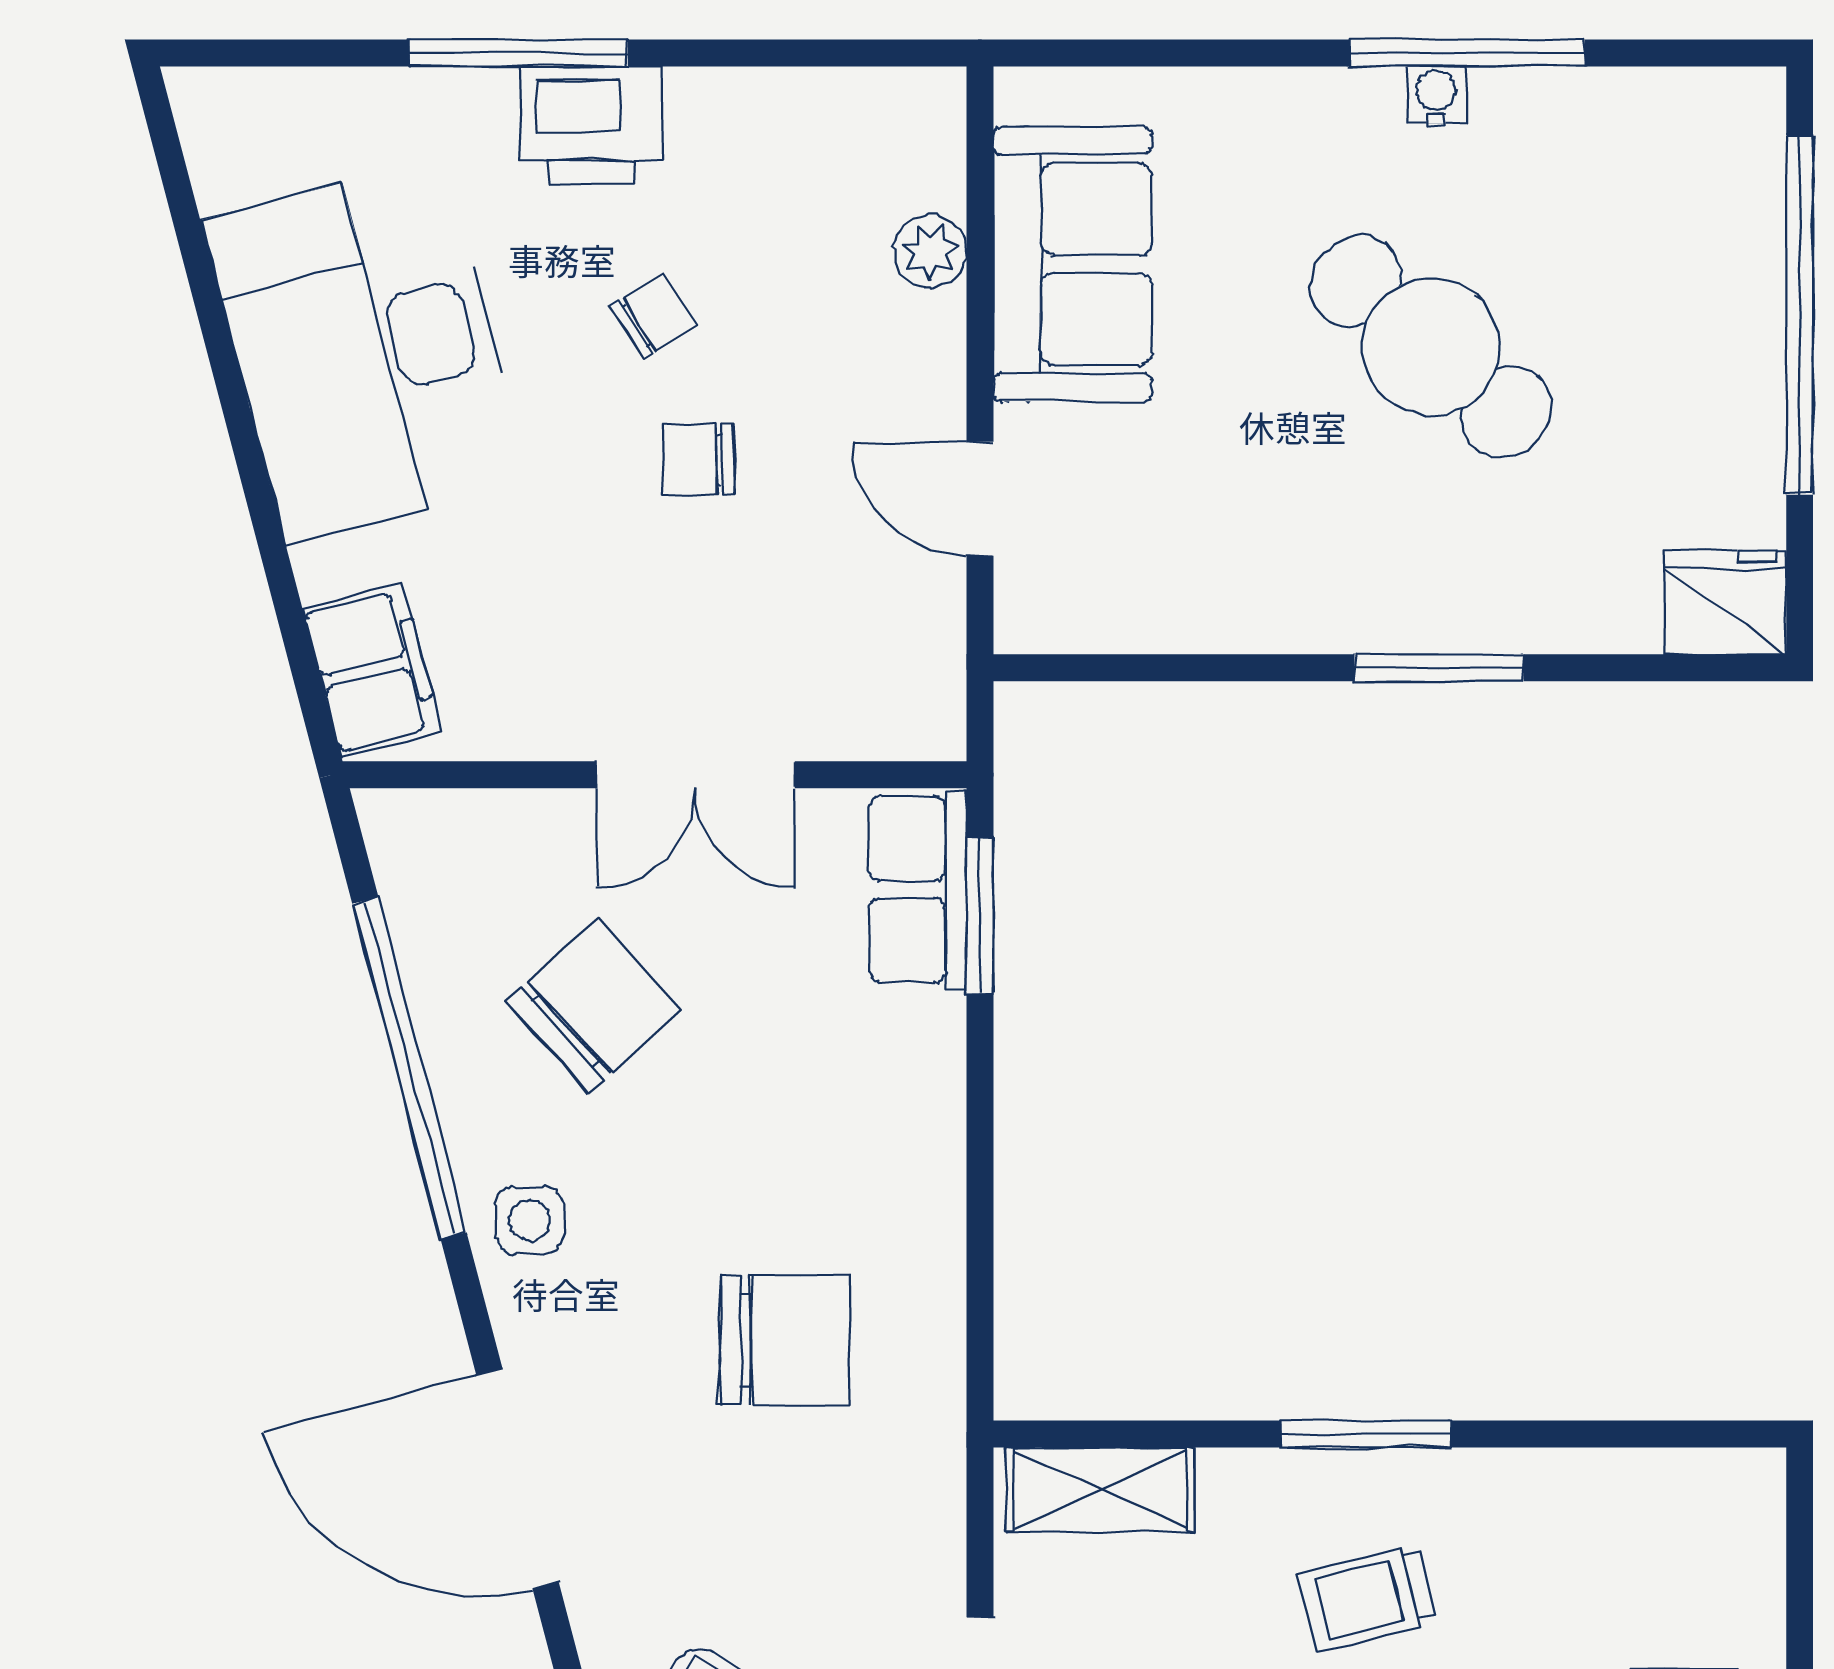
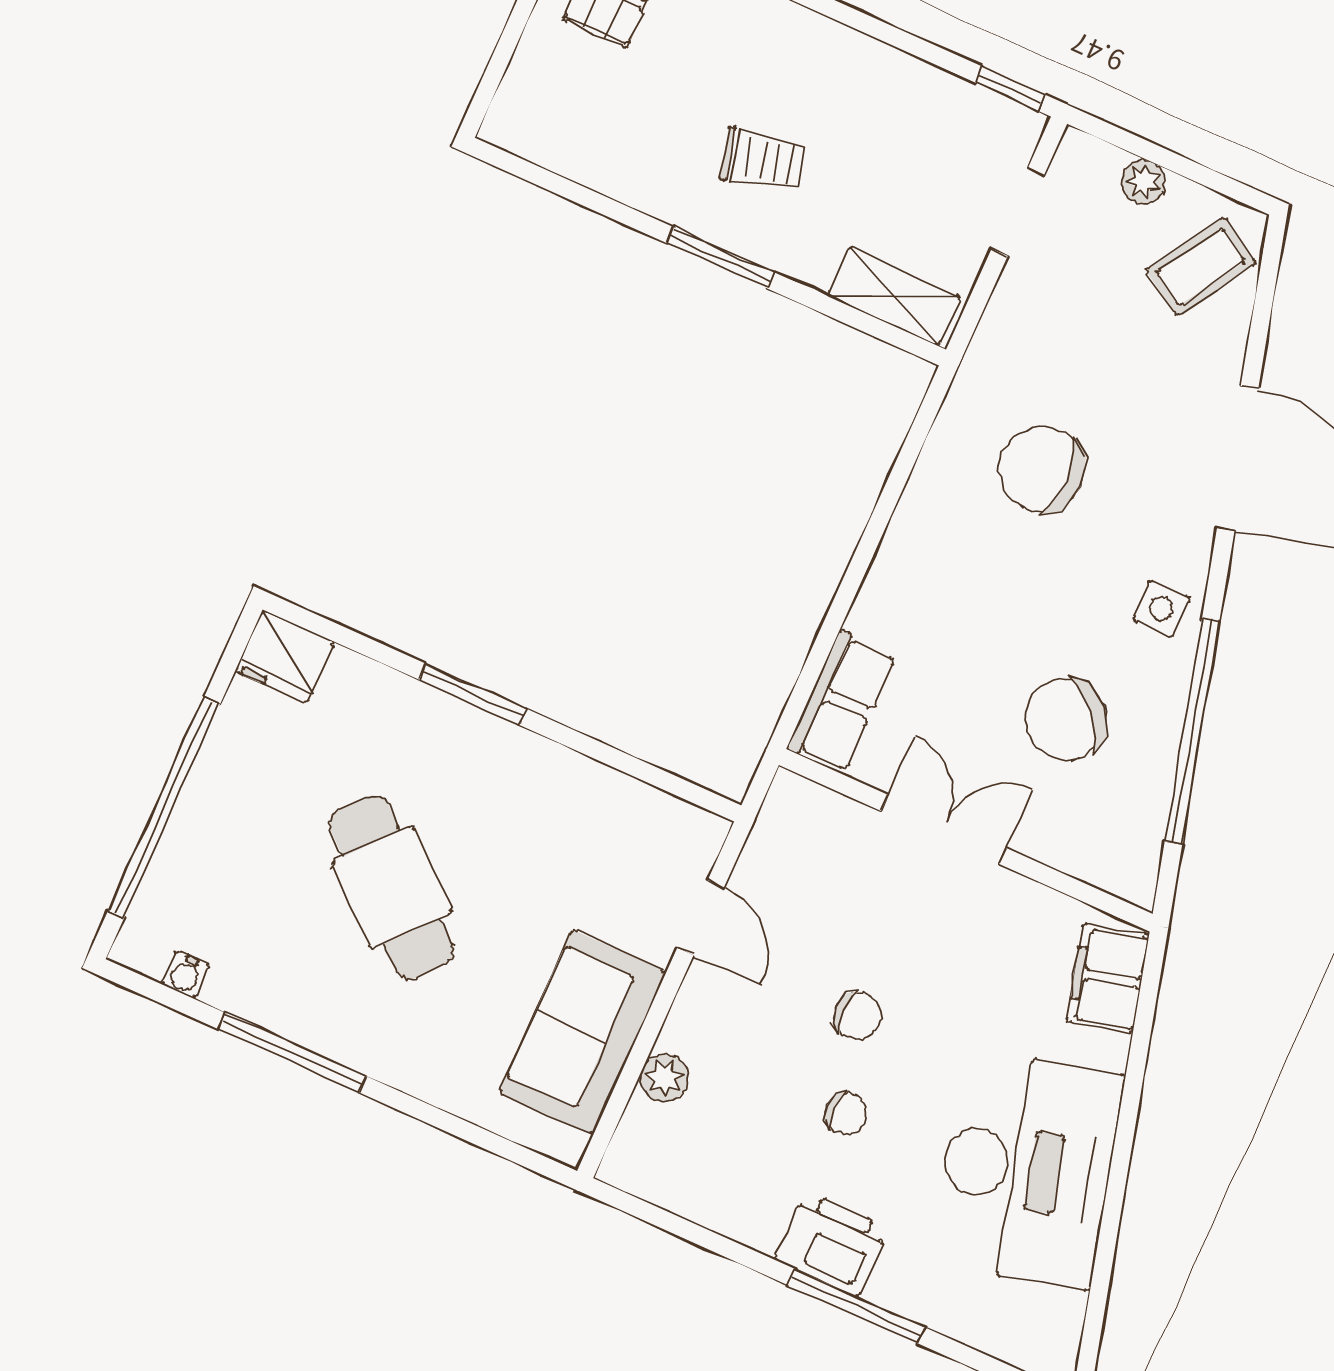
water cooler: (1436, 95) -> (185, 975), moved
chair: (653, 316) -> (846, 1114), turned -148
window: (980, 915) -> (812, 670), removed

